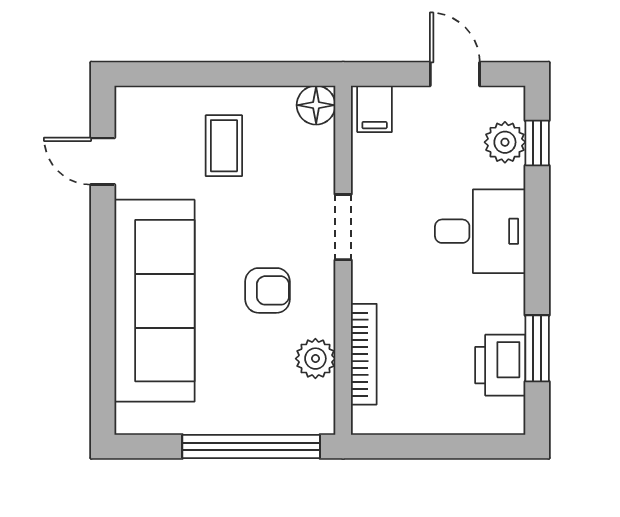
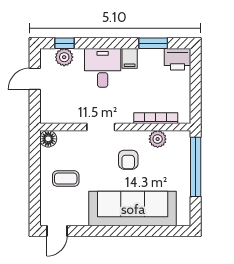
filing cabinet: (375, 109) -> (130, 58), moved, turned 90
door: (103, 161) -> (57, 231), moved
armchair: (268, 290) -> (128, 160), turned 180
printer: (500, 365) -> (177, 59), moved

